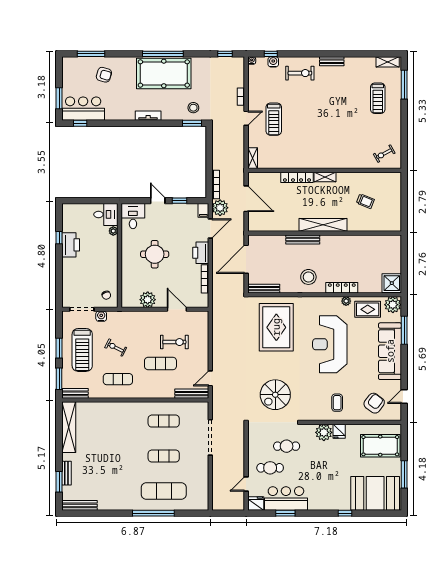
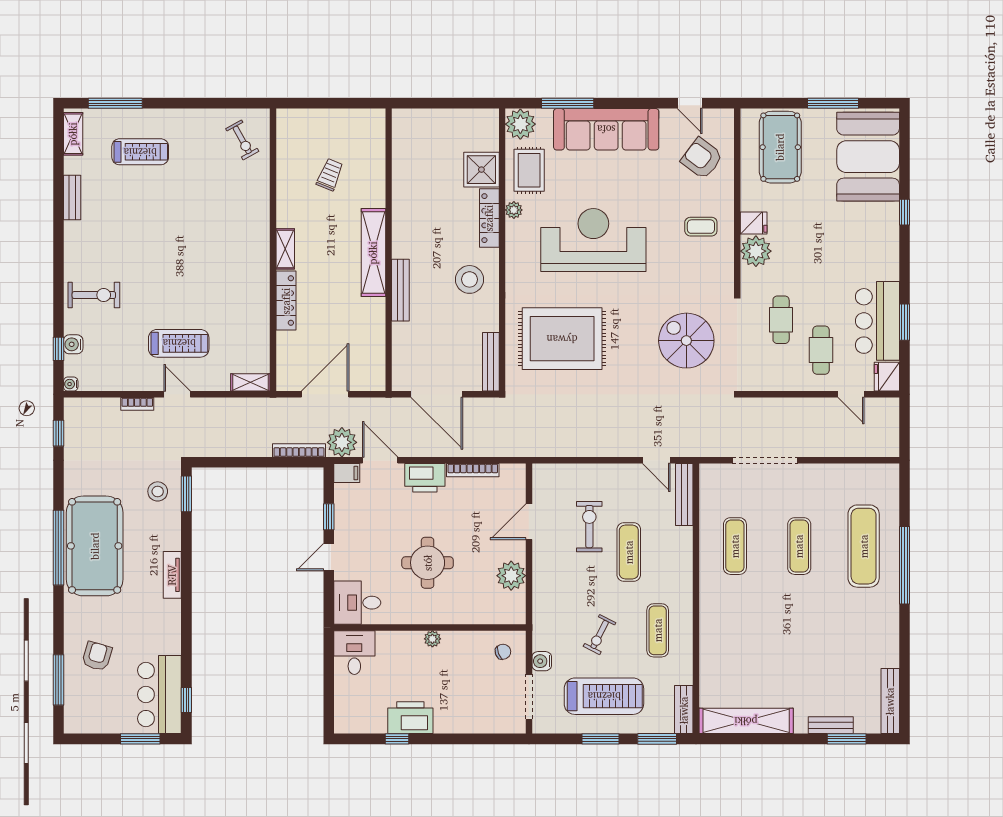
bench: (332, 61) -> (72, 197), moved
exercise bike: (300, 73) -> (94, 295), turned 90
plant: (113, 231) -> (432, 639), moved
shower: (392, 283) -> (481, 170), moved
reception desk: (330, 344) -> (593, 240), turned 180
spiral stairs: (275, 395) -> (686, 341), turned 180

